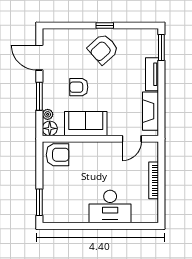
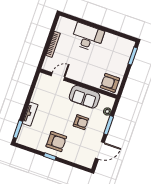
armchair: (103, 49) -> (56, 142), turned 42
door: (39, 58) -> (100, 150), hinge flipped
fireplace: (151, 111) -> (39, 90), removed
floor lamp: (50, 128) -> (109, 102), removed

